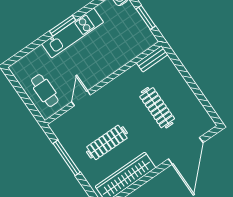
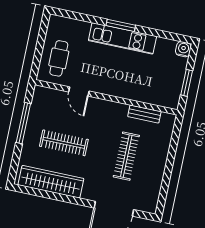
bench: (152, 59) -> (144, 114), moved
door: (81, 98) -> (79, 92), swing flipped

